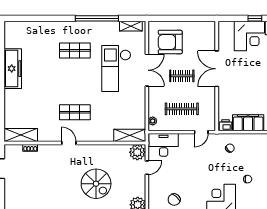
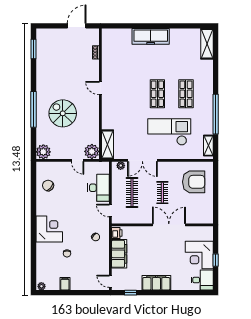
armchair: (170, 42) -> (194, 182), turned 90
freezer: (13, 69) -> (151, 36), moved
double door: (147, 70) -> (142, 160), moved
shop shelf: (75, 112) -> (157, 94), moved
shelving: (21, 135) -> (207, 44), moved
door: (69, 143) -> (100, 88), swing flipped
desk: (164, 145) -> (99, 188), moved
spiral stairs: (96, 184) -> (63, 113), turned 90

